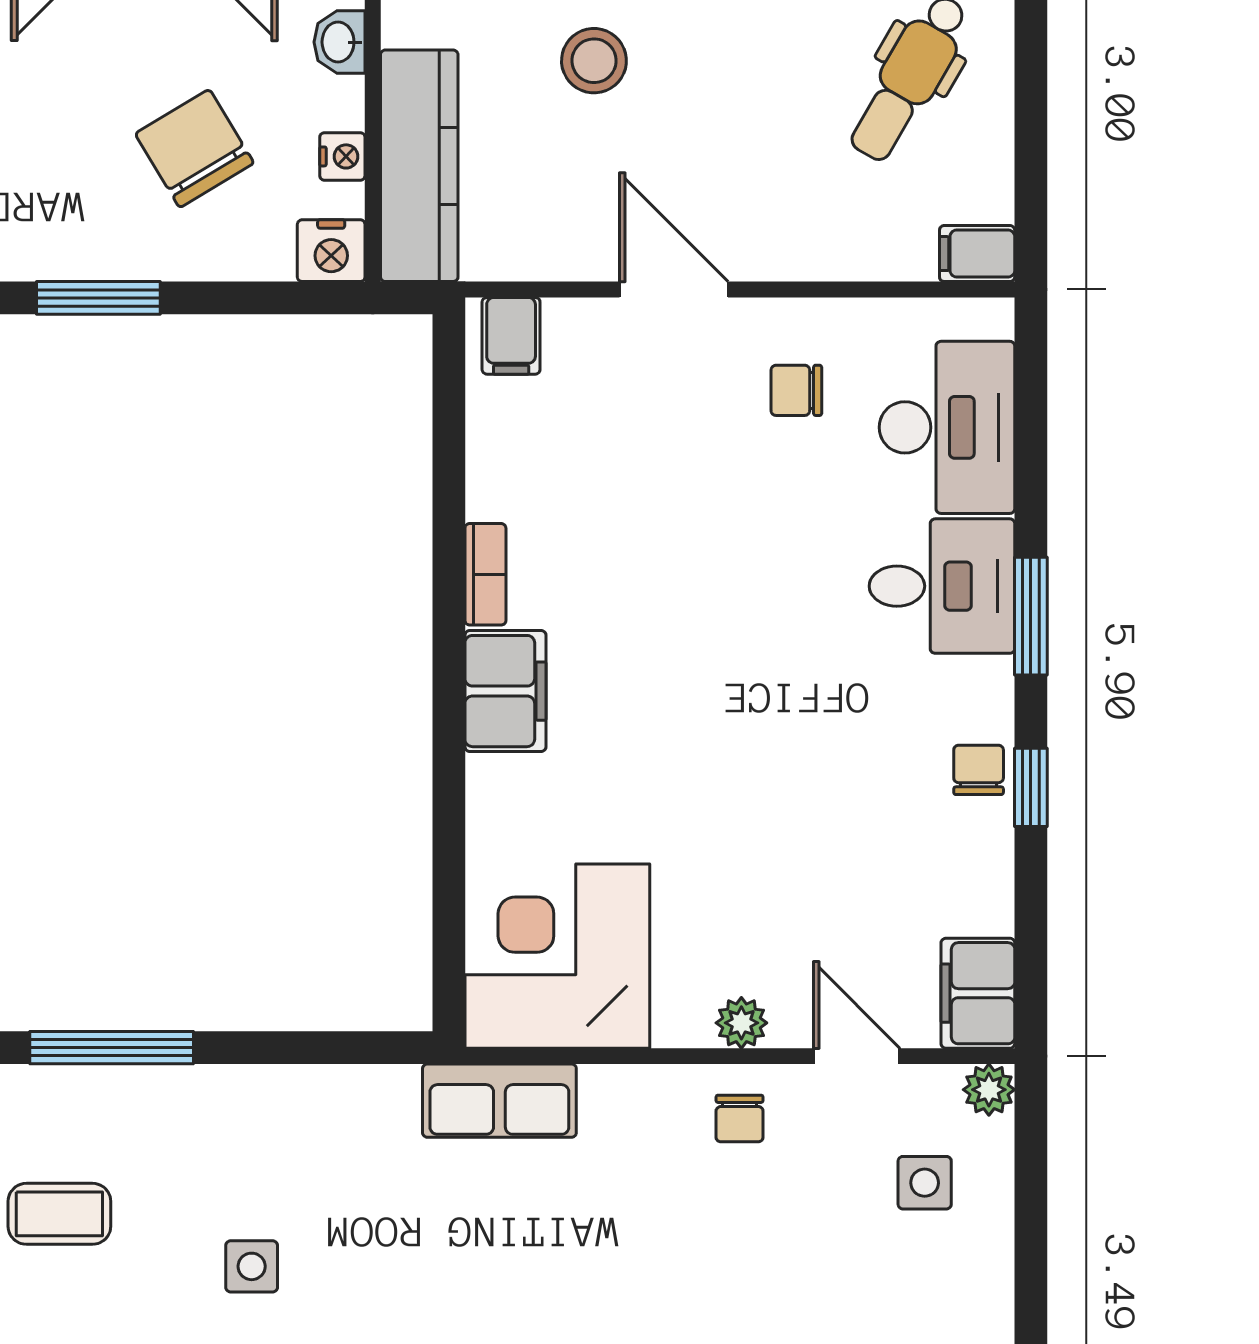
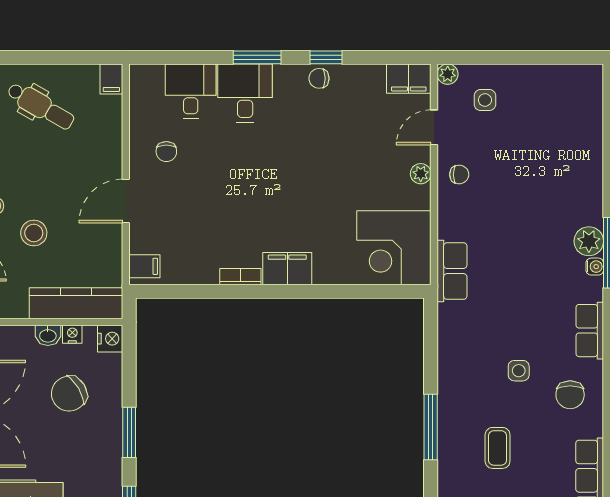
washbasin: (340, 42) -> (48, 335), moved
desk: (947, 427) -> (191, 91), width x0.73

